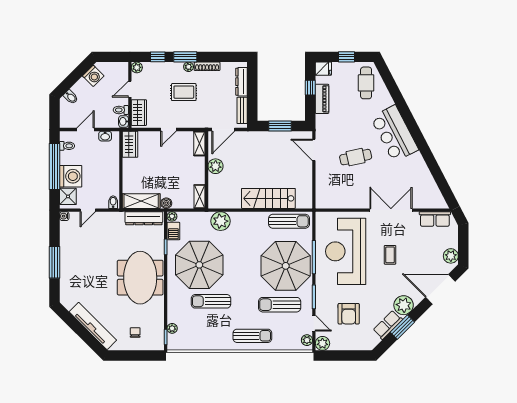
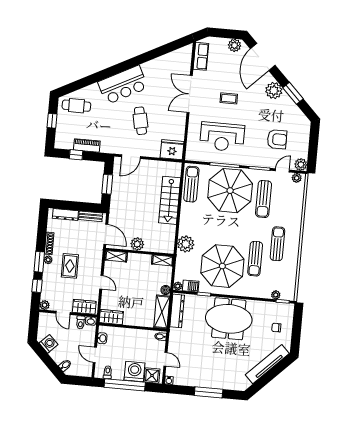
fridge: (323, 69) -> (172, 150), moved, width x1.88, depth x1.34
reception desk: (346, 251) -> (222, 137), width x0.74, depth x0.77
row of seats: (388, 325) -> (290, 106), removed
sun lounger: (252, 336) -> (277, 244), moved

